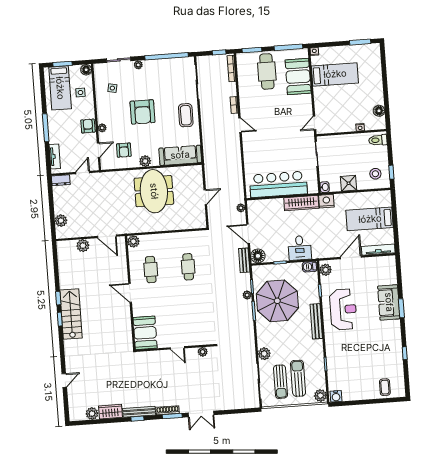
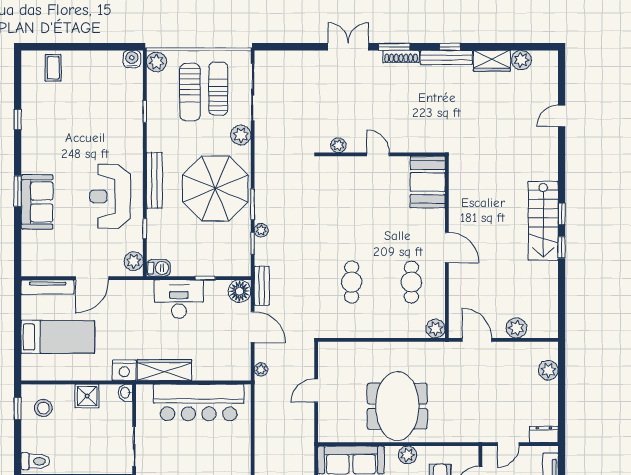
desk: (300, 248) -> (179, 299), width x1.37
parasol: (277, 301) -> (215, 189), moved

